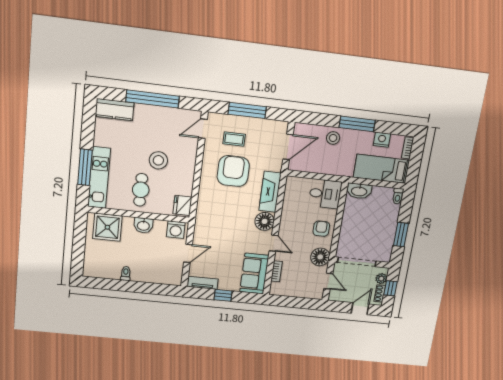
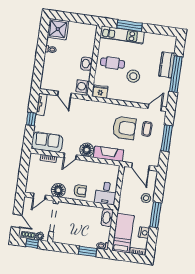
kitchen counter: (115, 110) -> (167, 65), moved
door: (203, 129) -> (155, 107), hinge flipped
shower: (107, 227) -> (58, 29), moved
window: (401, 234) -> (88, 251), moved

